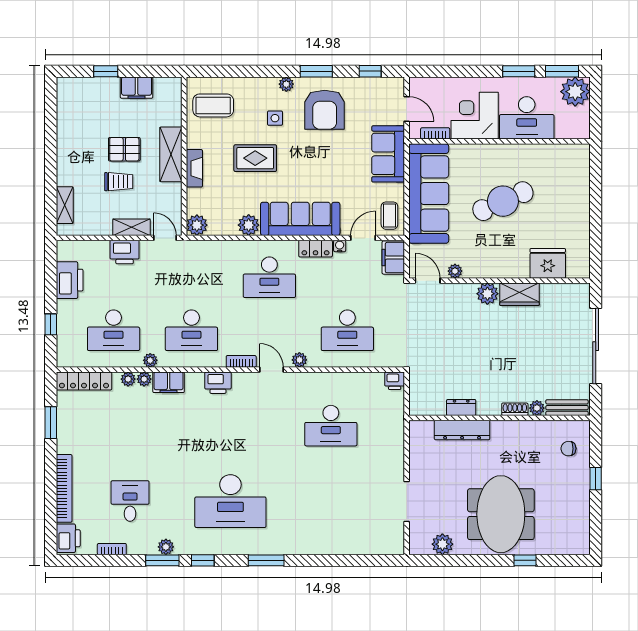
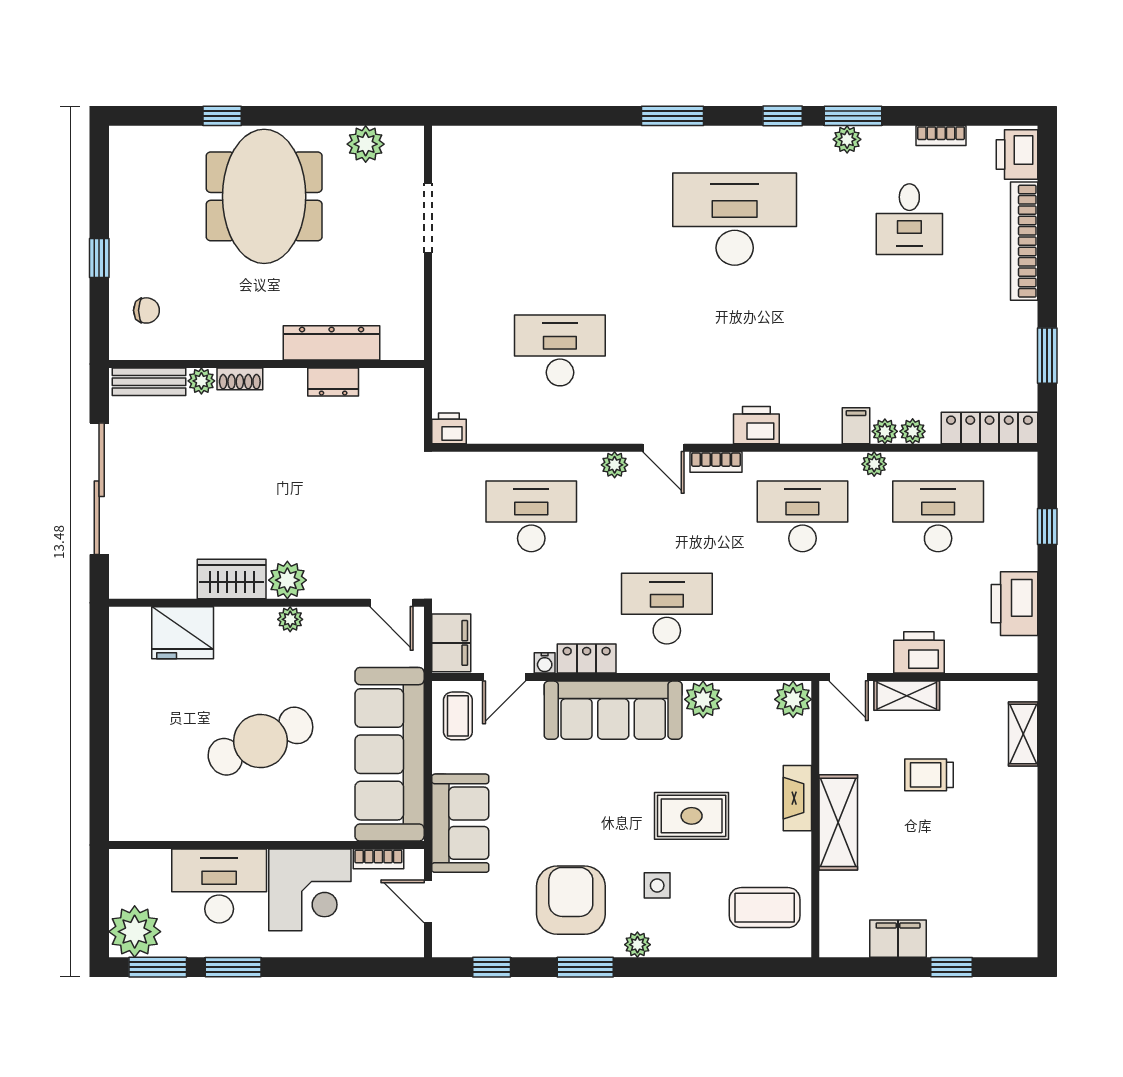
pallet: (124, 149) -> (919, 831), removed
plant: (455, 271) -> (290, 619), moved
filing cabinet: (169, 382) -> (856, 426), width x0.50

